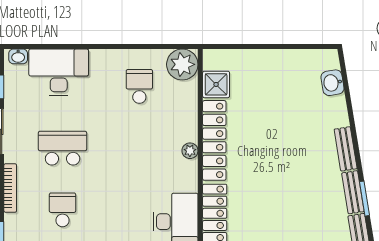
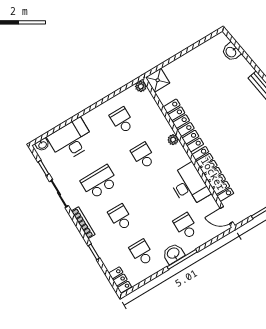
plant: (182, 64) -> (141, 86), width x0.53, depth x0.53
shower: (216, 84) -> (158, 80), moved
school desk: (139, 148) -> (143, 156), added

